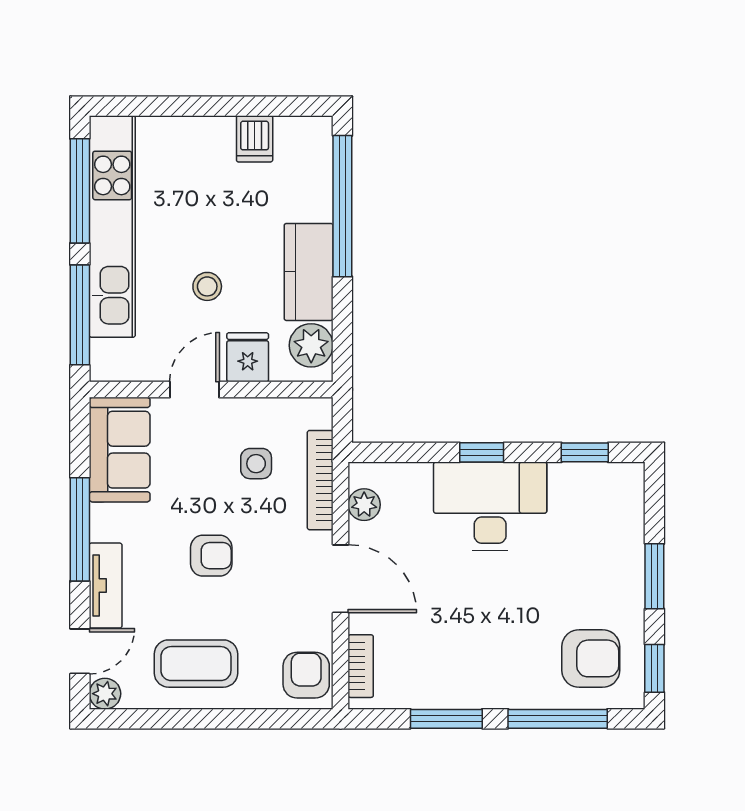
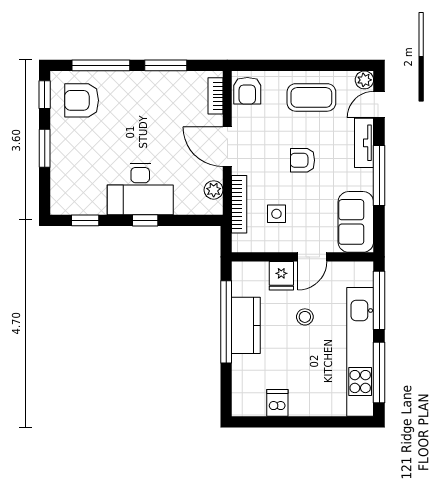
window: (342, 206) -> (226, 322), moved
plant: (311, 345) -> (244, 283), removed

